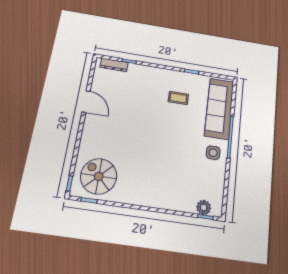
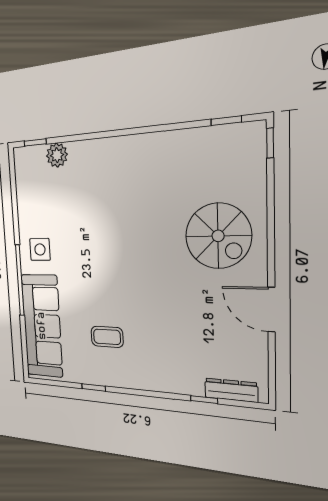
spiral stairs: (99, 176) -> (218, 236), moved
plant: (204, 207) -> (57, 155), moved

